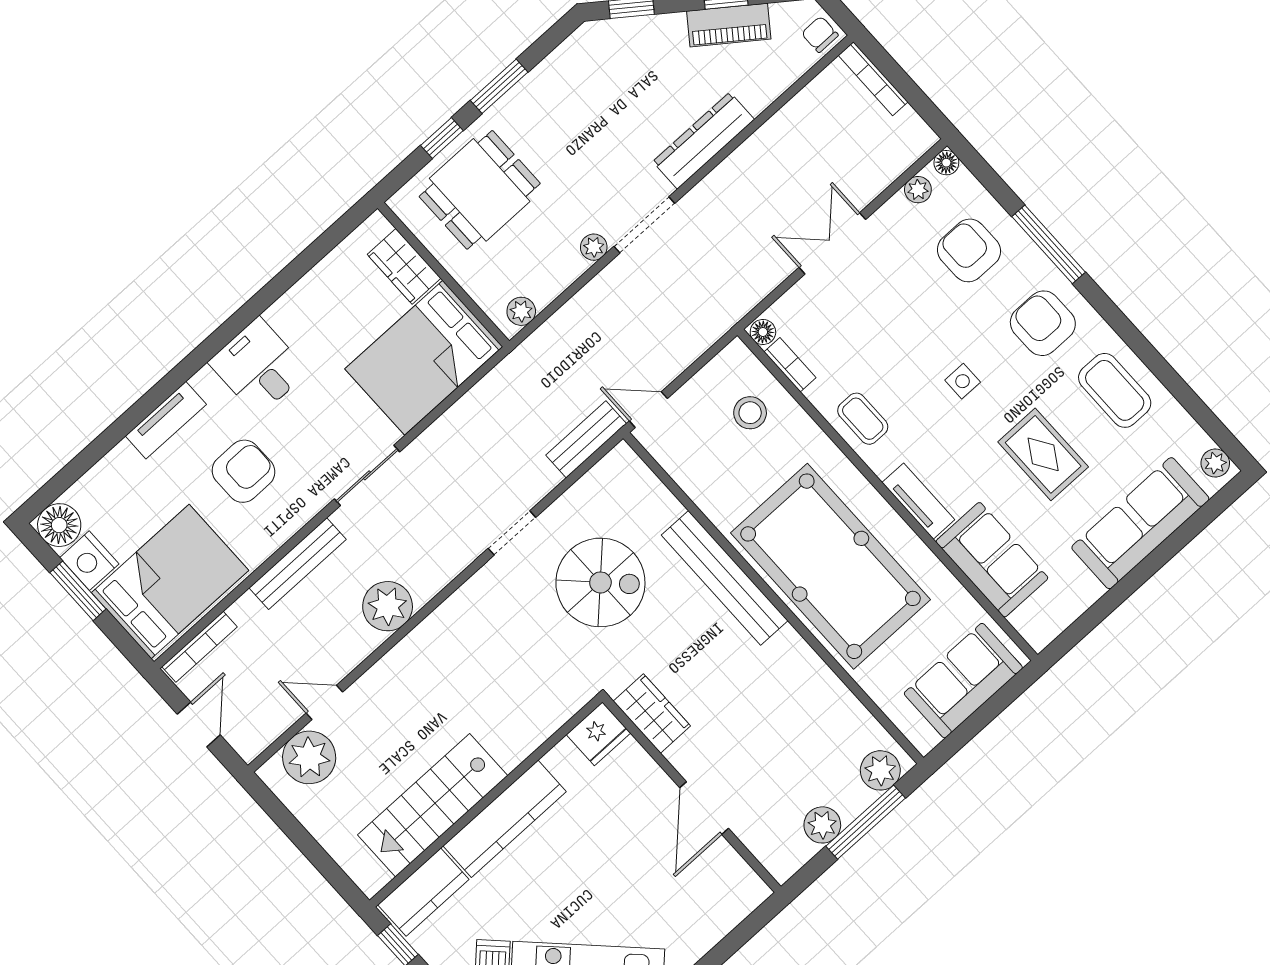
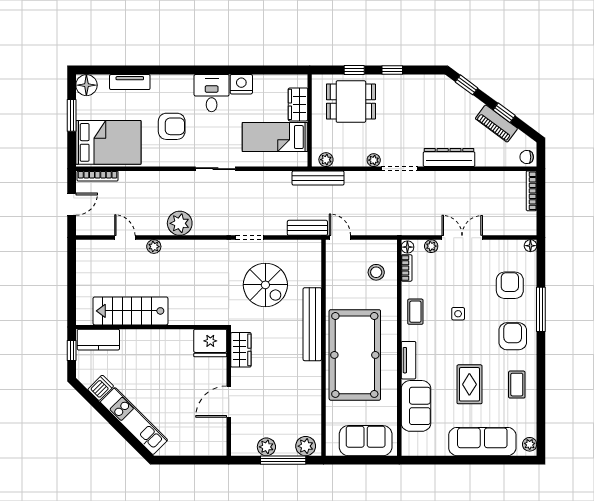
chair: (820, 34) -> (527, 157), turned -90
window: (499, 86) -> (392, 70), width x0.67
plant: (918, 190) -> (431, 246), moved
bed: (424, 358) -> (275, 137), width x0.67
side table: (963, 381) -> (458, 314), moved
coffee table: (1115, 390) -> (517, 385), width x0.73, depth x0.77
tv unit: (166, 420) -> (130, 82), moved
nightstand: (89, 561) -> (241, 84), moved, turned 90
bench: (298, 564) -> (318, 178), moved
fridge: (598, 734) -> (210, 343), width x1.36, depth x1.34
plant: (309, 757) -> (154, 247), moved, width x0.53, depth x0.53
kitchen counter: (505, 819) -> (152, 340), removed

